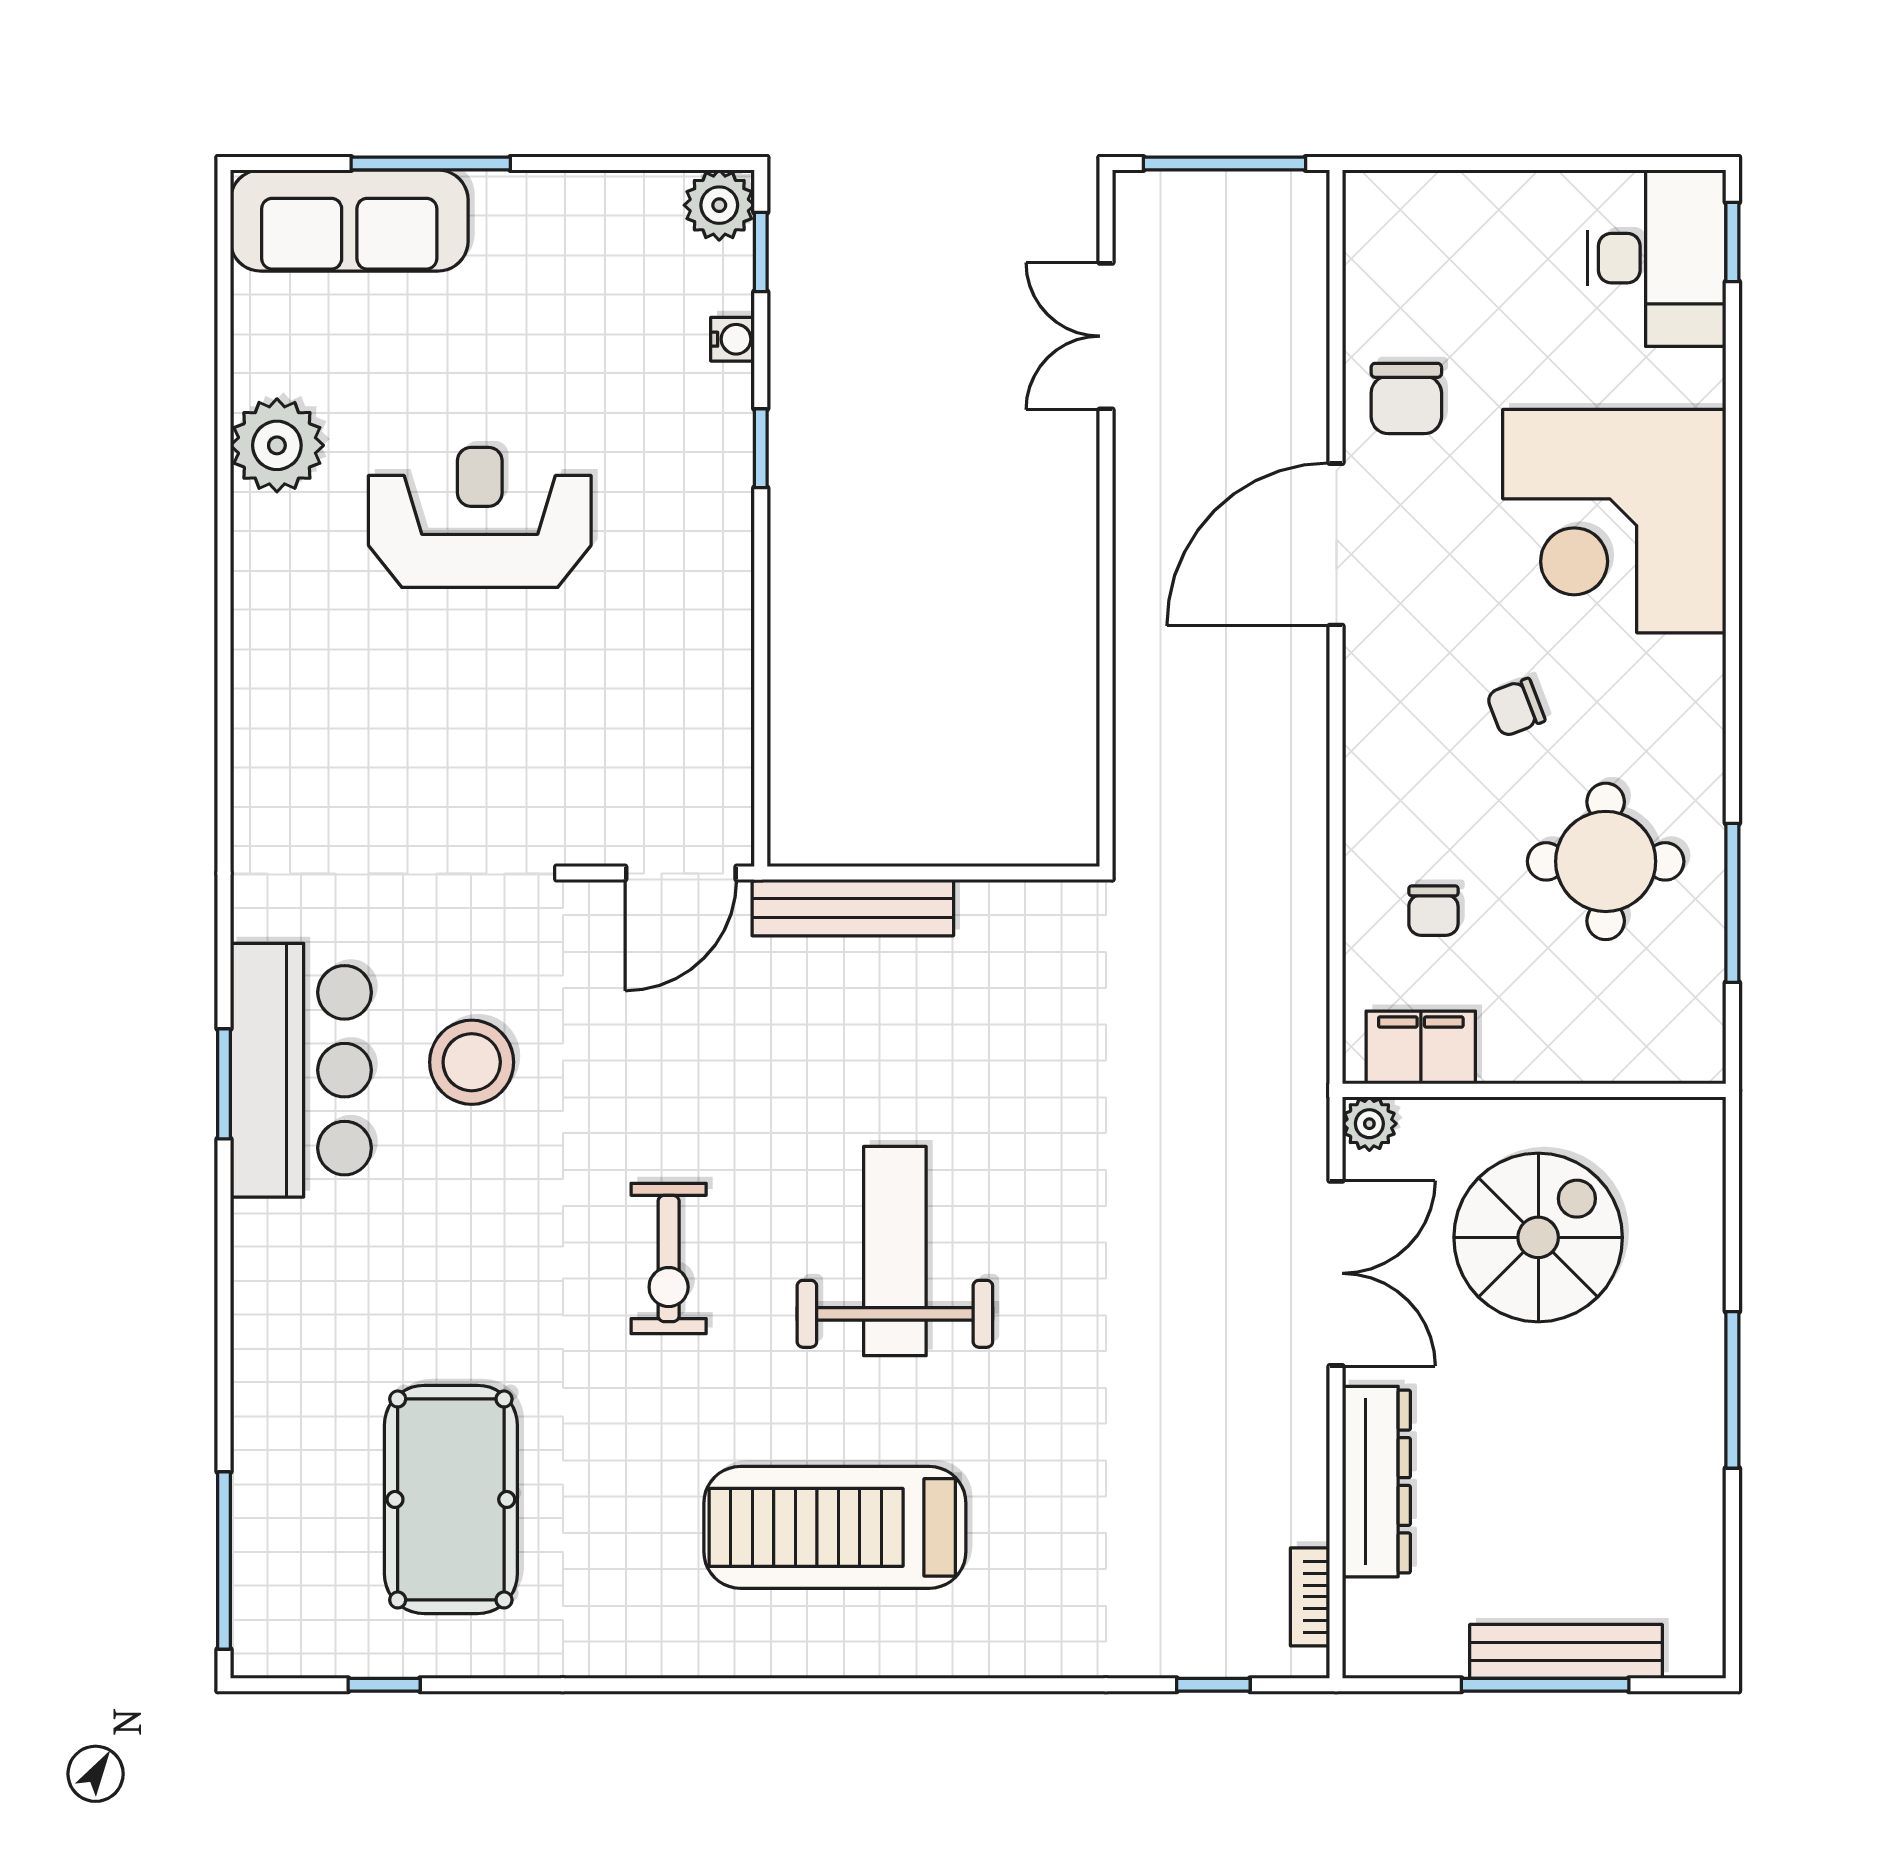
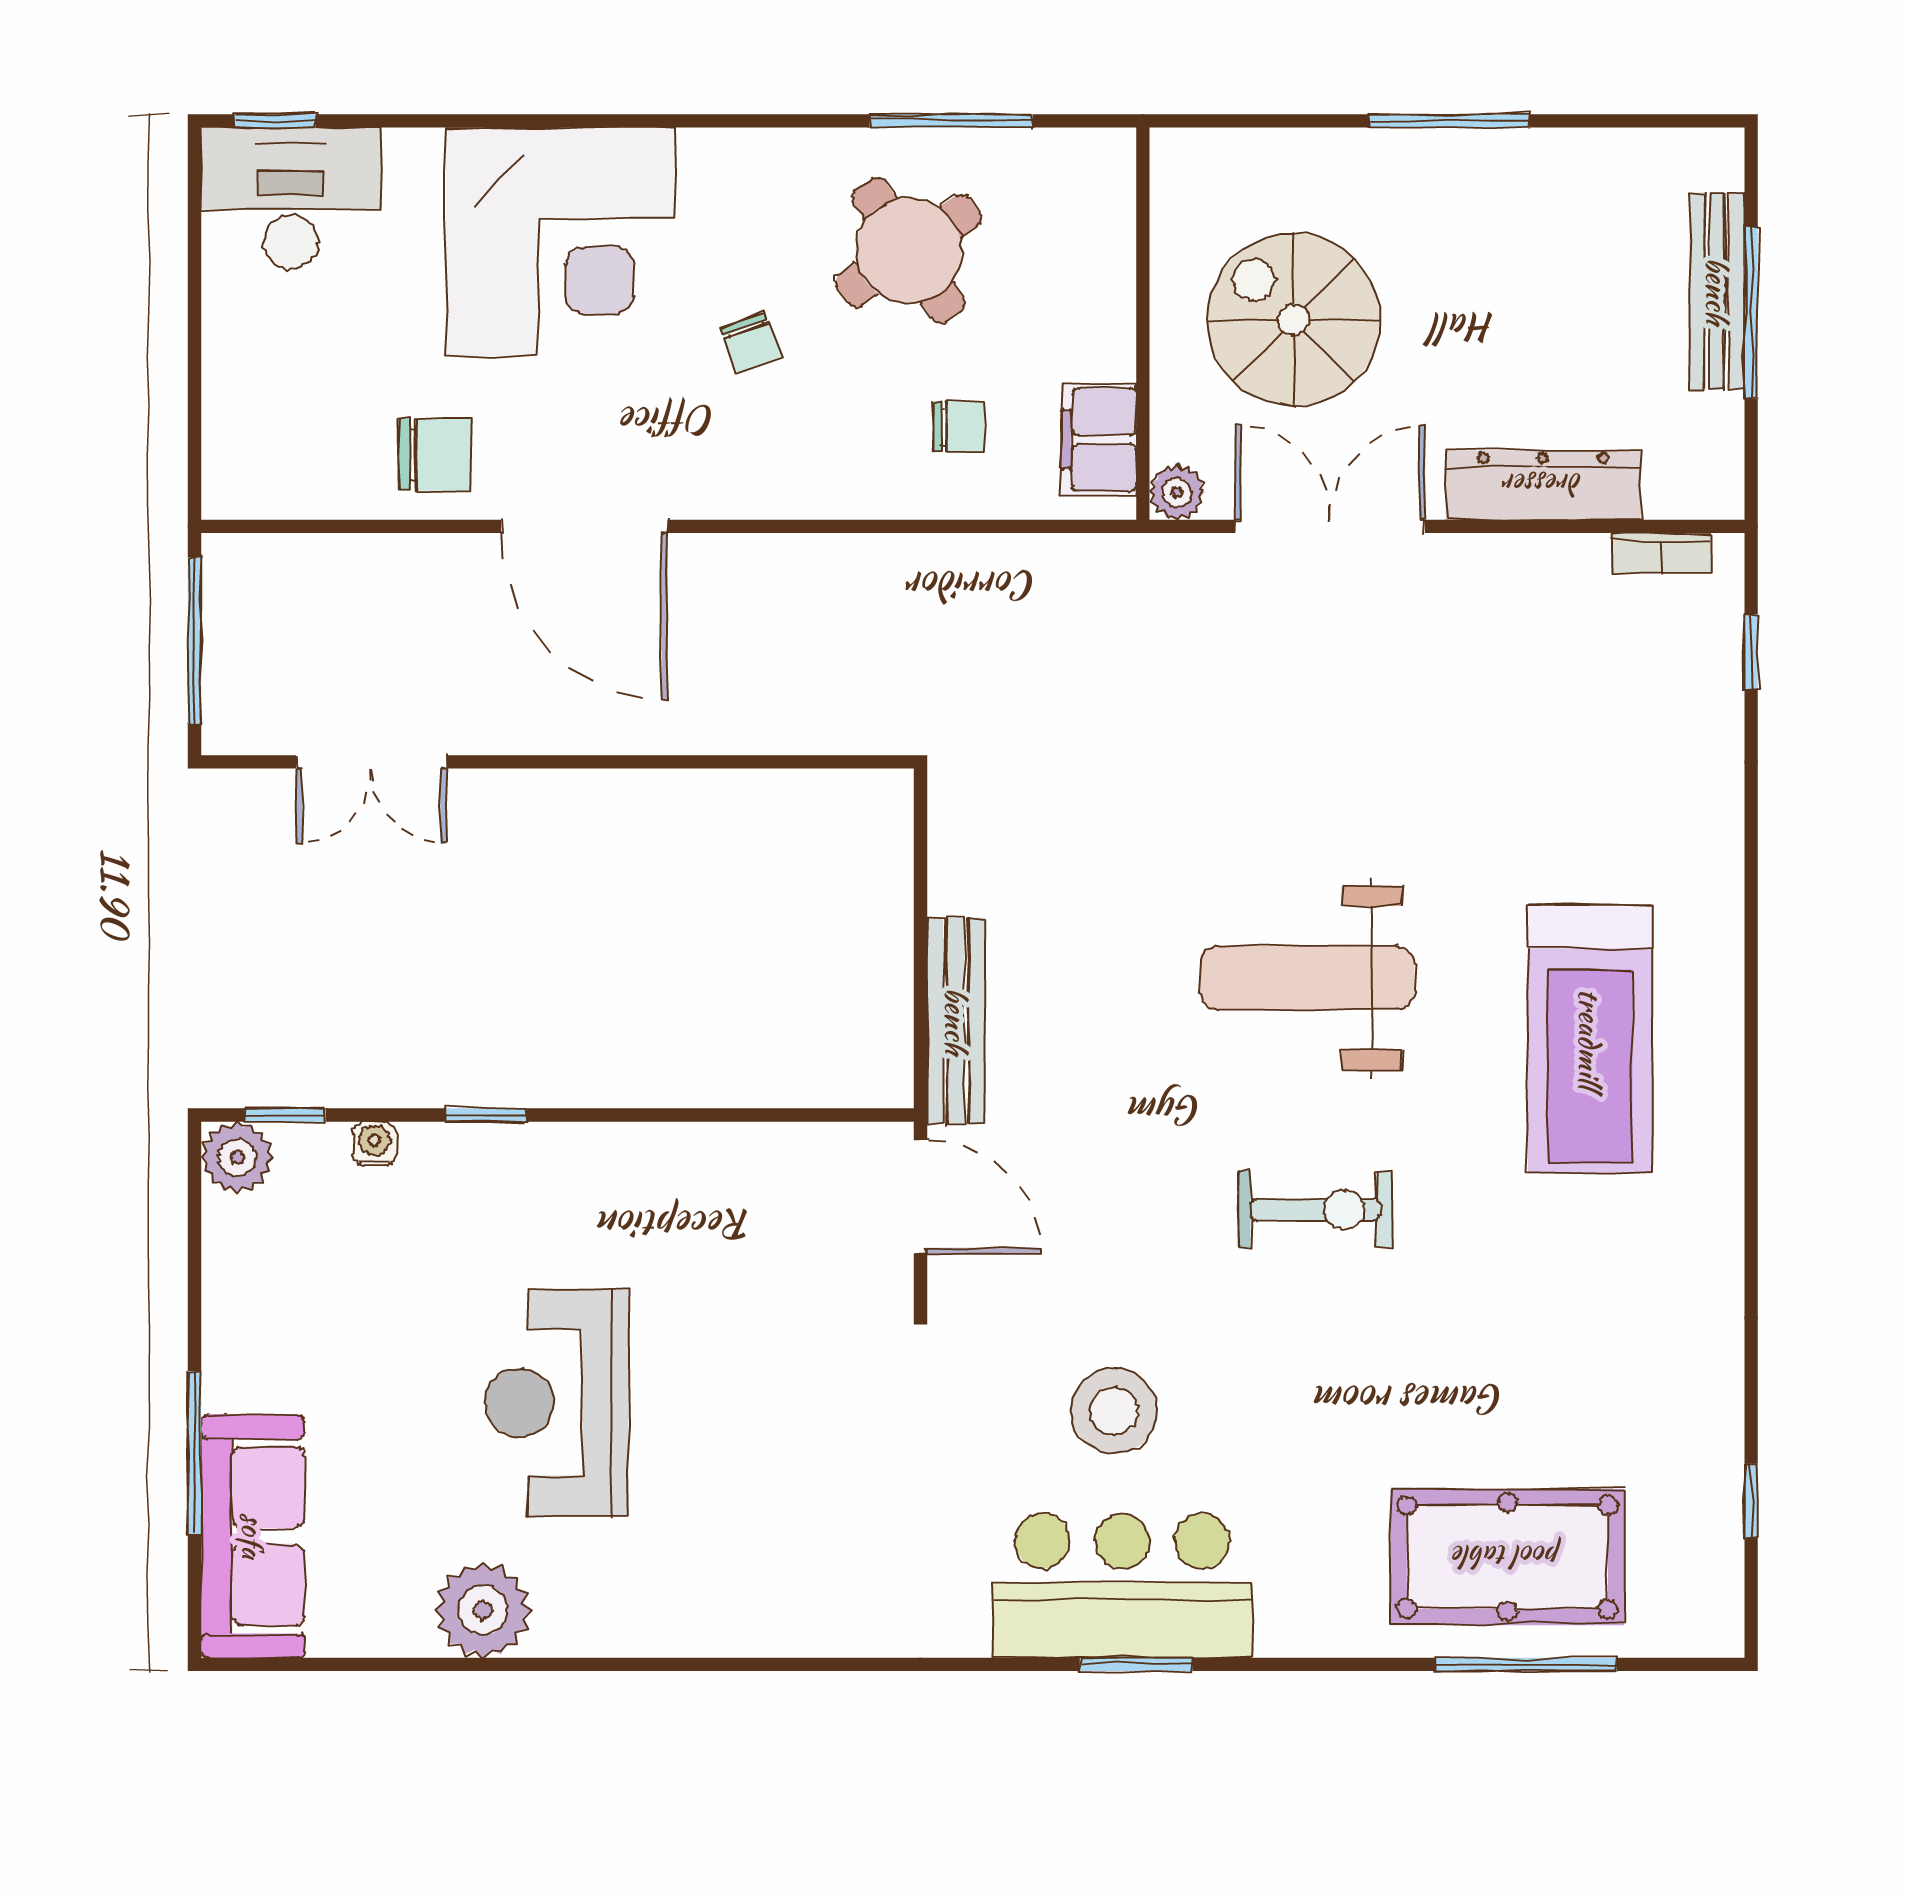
round table: (1606, 861) -> (909, 251), turned -34
pool table: (451, 1499) -> (1507, 1557), moved
window: (224, 1561) -> (1526, 1664), moved

